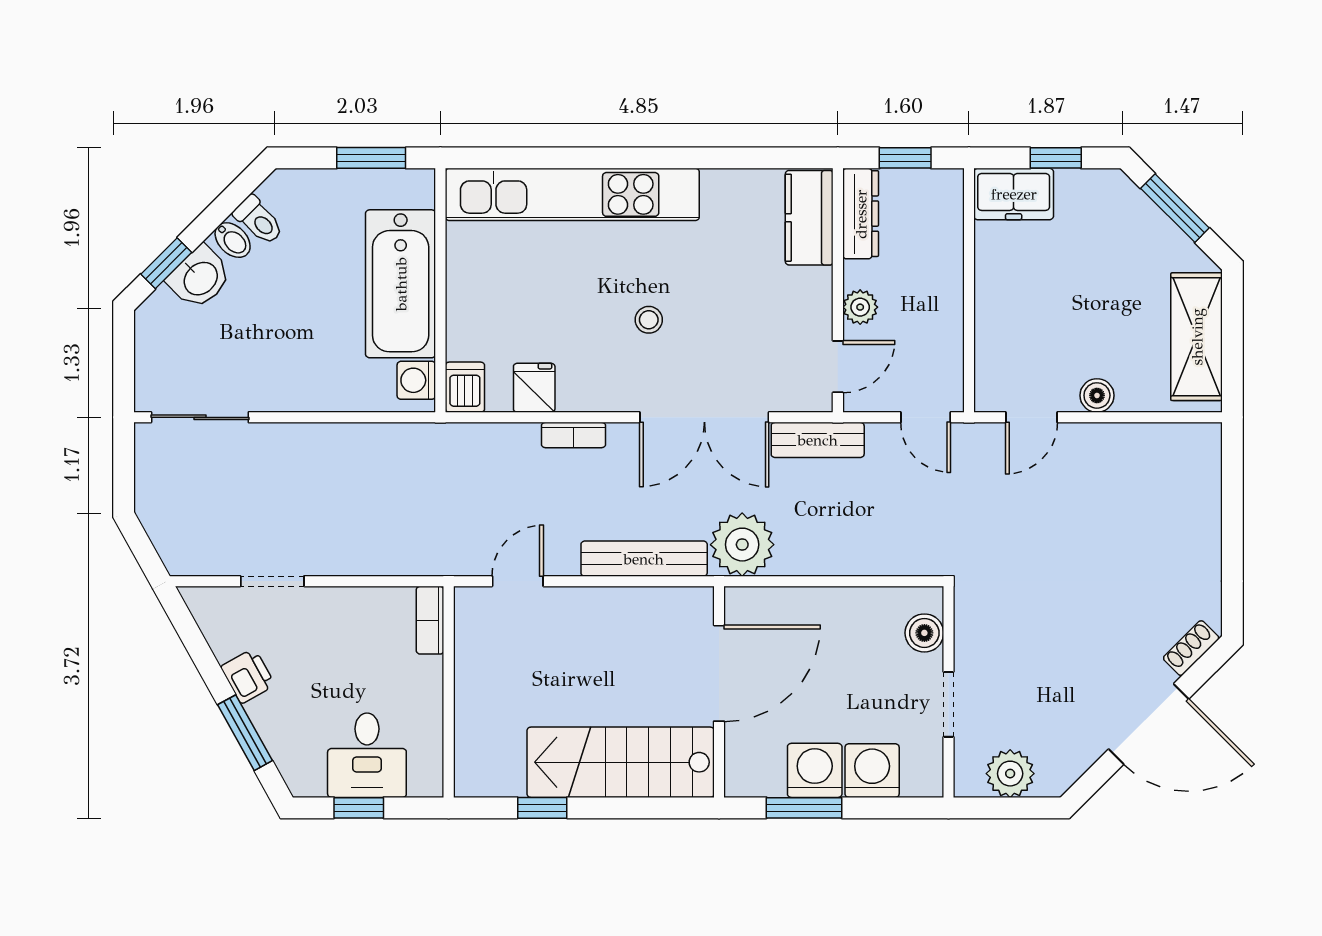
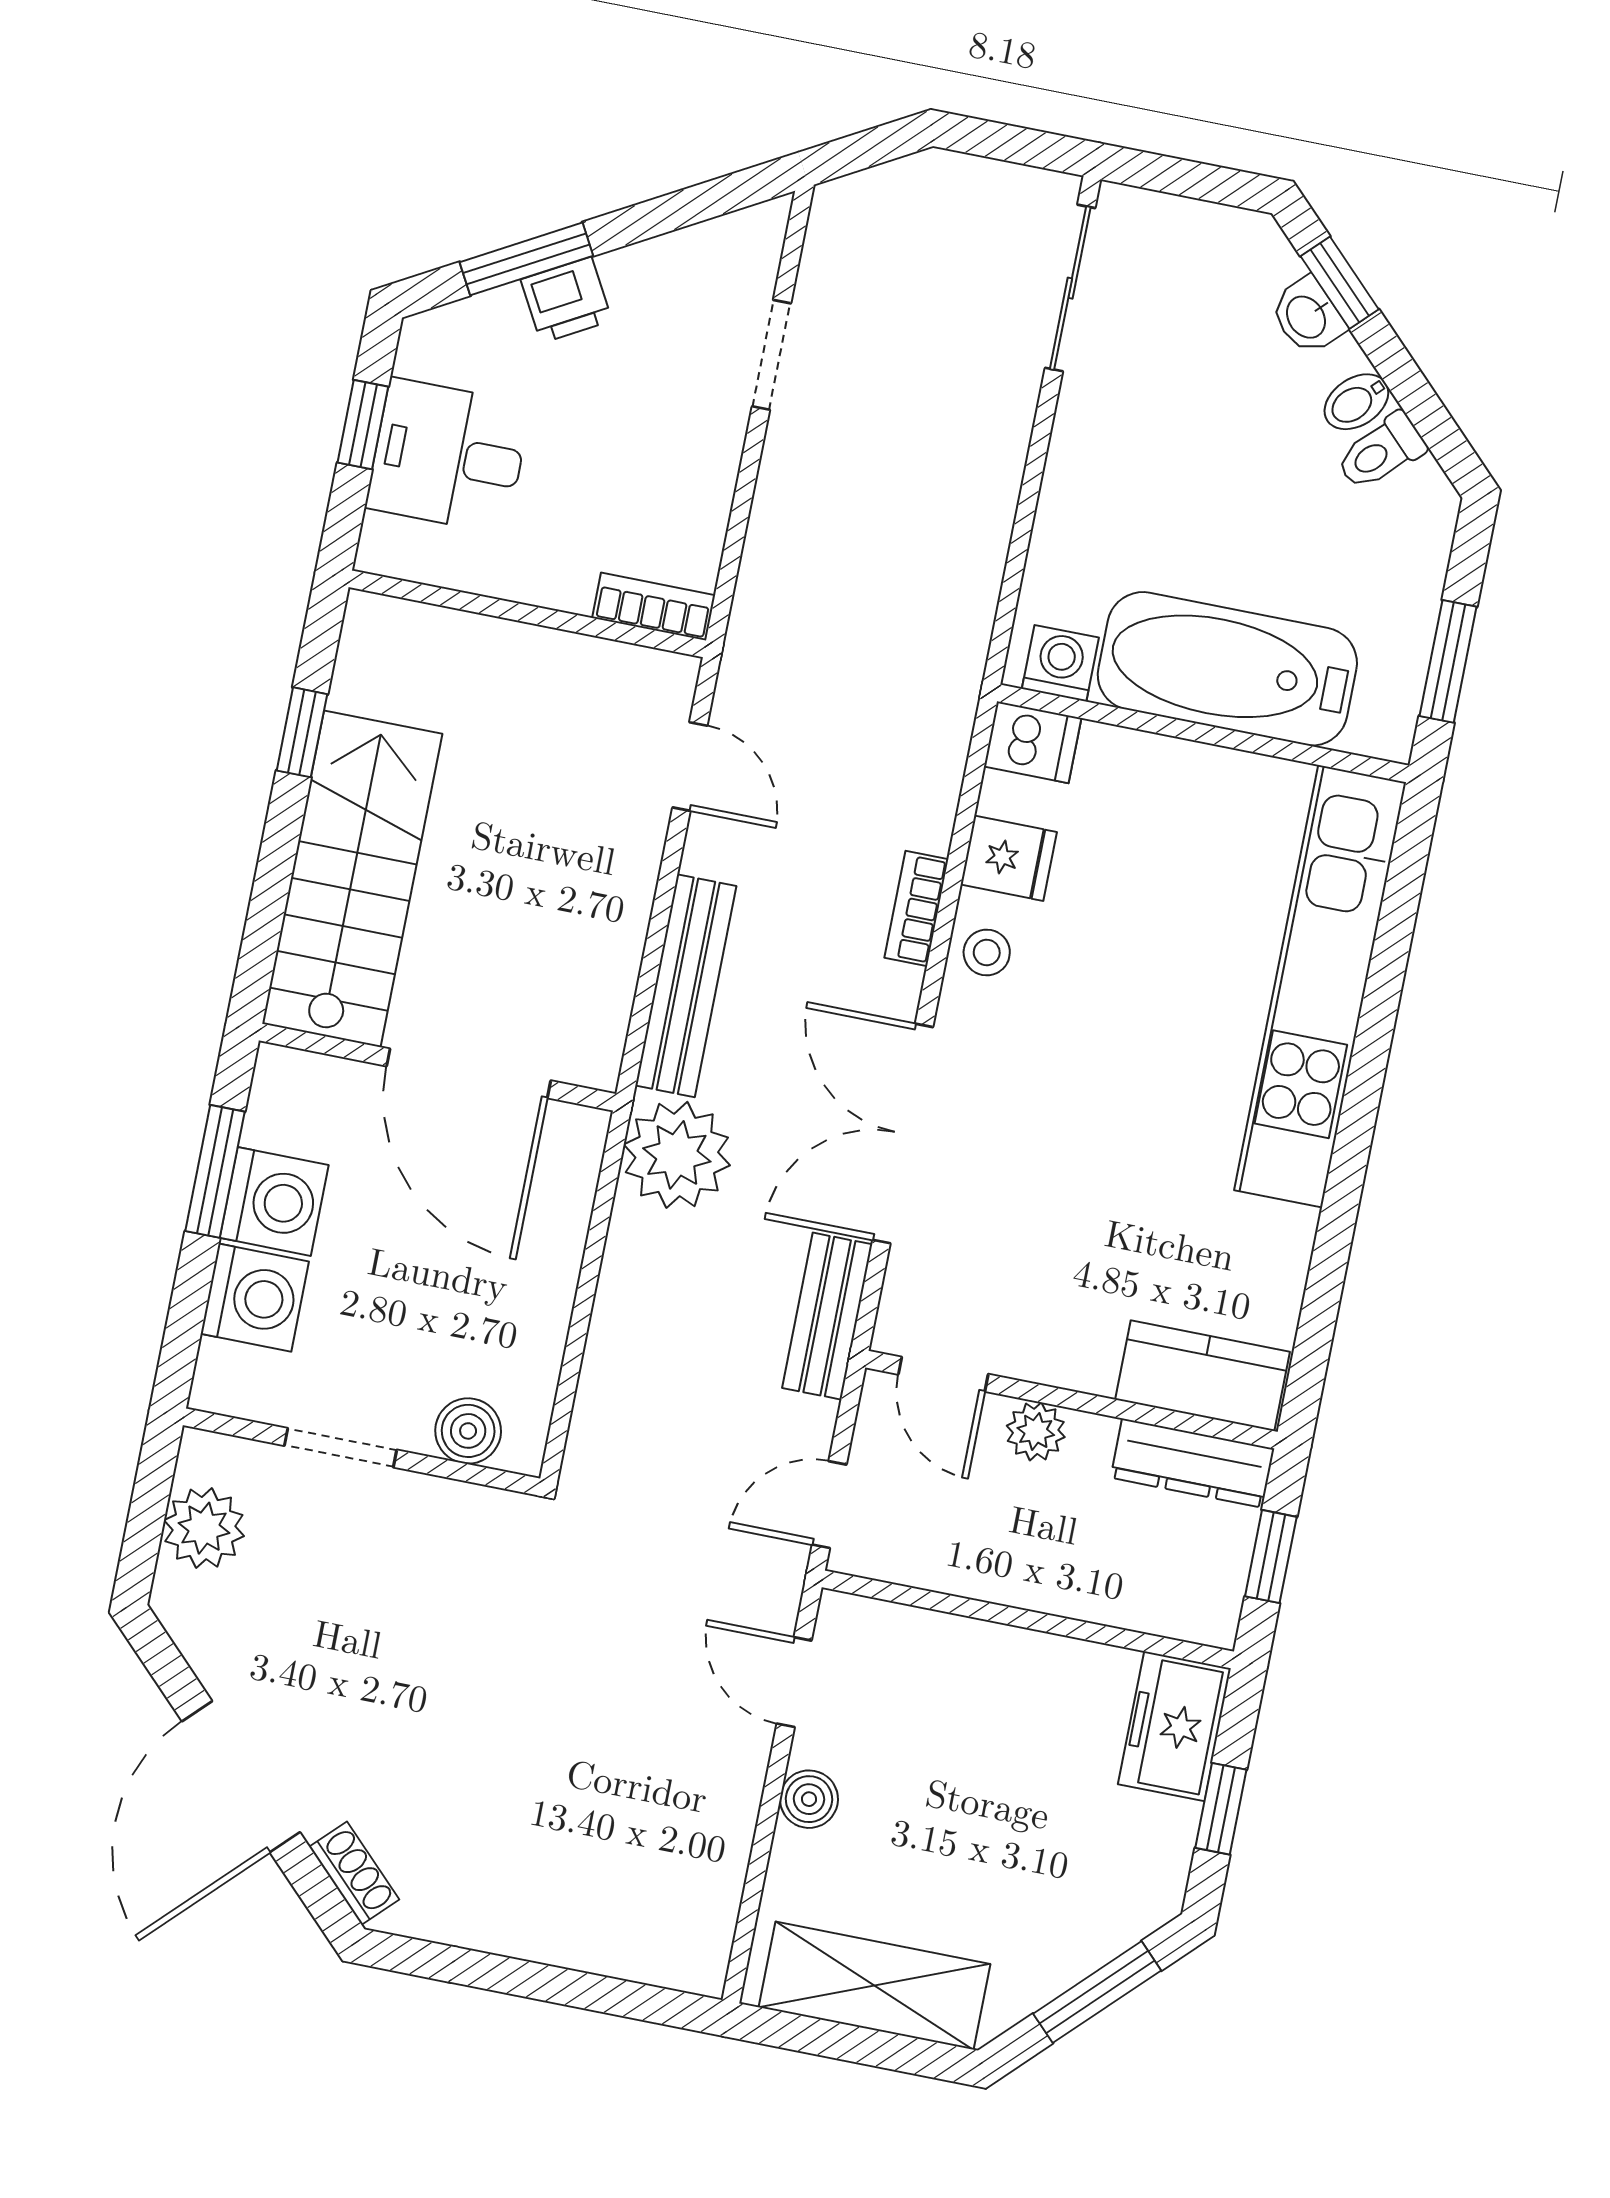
washbasin: (200, 278) -> (1307, 316), width x0.72, depth x0.69
stool: (649, 320) -> (987, 952), moved
printer: (248, 676) -> (566, 300), moved

